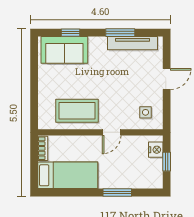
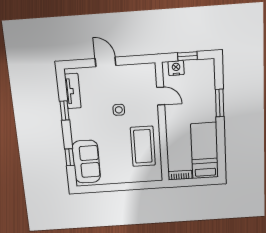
window: (120, 33) -> (65, 111), width x0.67
tv unit: (133, 43) -> (73, 91), width x0.71
side table: (146, 112) -> (119, 110), moved
door: (112, 132) -> (161, 96), moved

